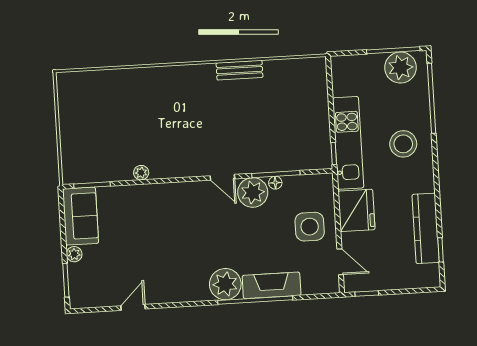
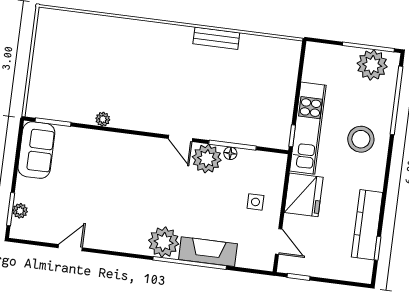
side table: (310, 227) -> (255, 202), width x0.54, depth x0.54
plant: (74, 254) -> (20, 211), moved

